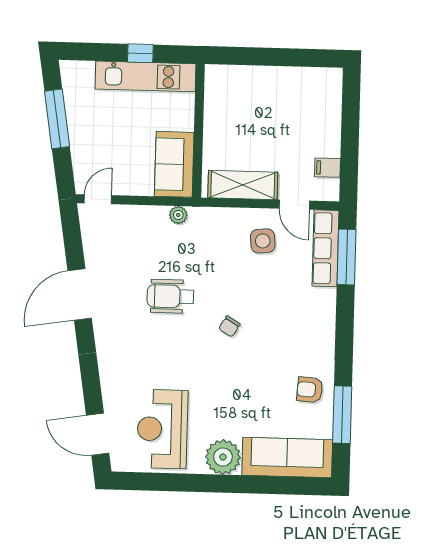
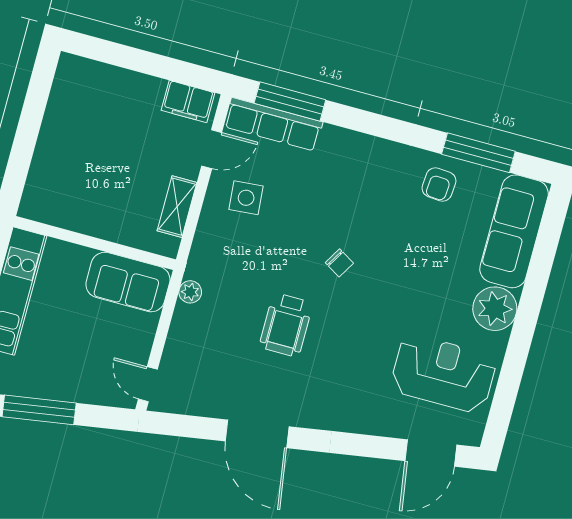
filing cabinet: (327, 168) -> (188, 101), width x2.00
shelving: (243, 185) -> (177, 207), width x0.67, depth x0.75
reception desk: (162, 429) -> (443, 373), turned 180

